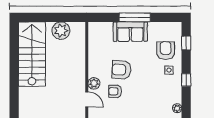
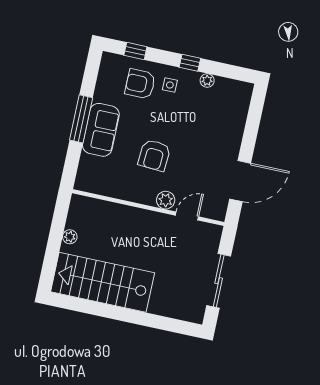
plant: (61, 31) -> (70, 237), width x0.53, depth x0.53
armchair: (115, 91) -> (184, 171), removed
plant: (177, 108) -> (207, 80), moved

